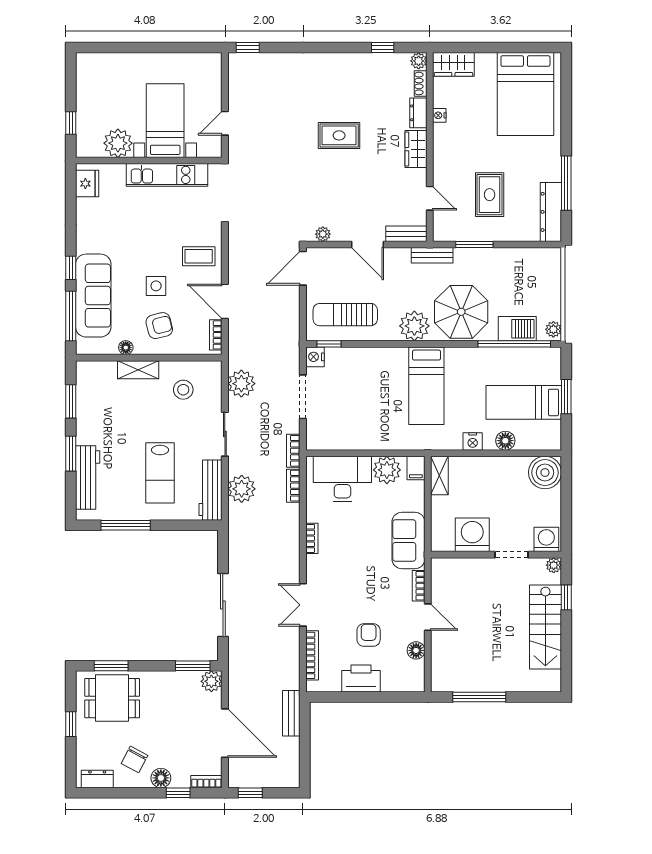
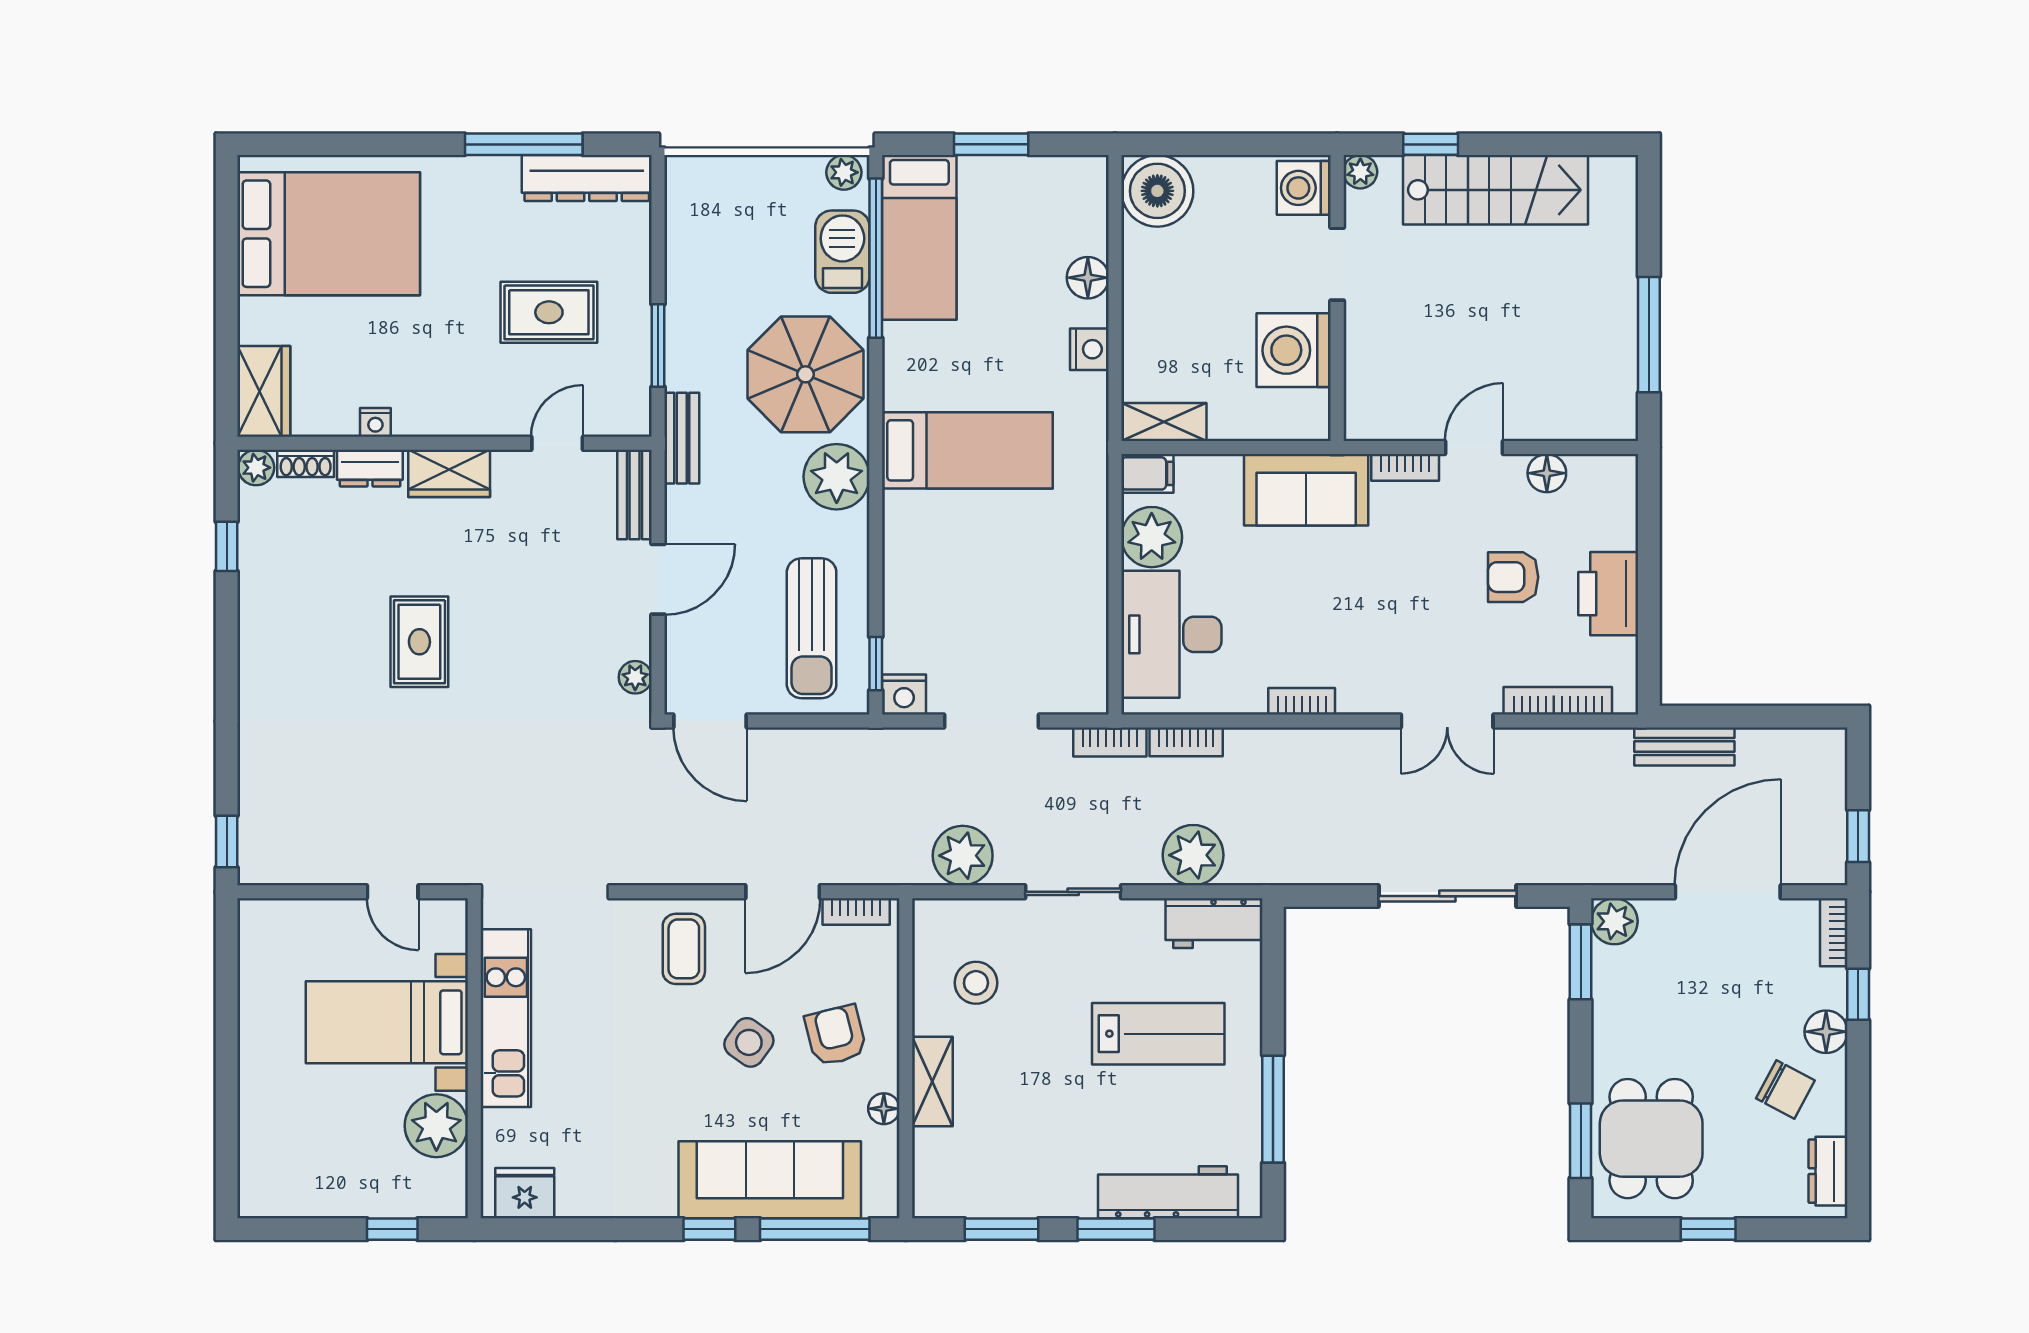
side table: (156, 286) -> (749, 1042), turned 36
bed: (524, 402) -> (919, 237), moved
workbench: (211, 490) -> (1214, 923), width x0.73

